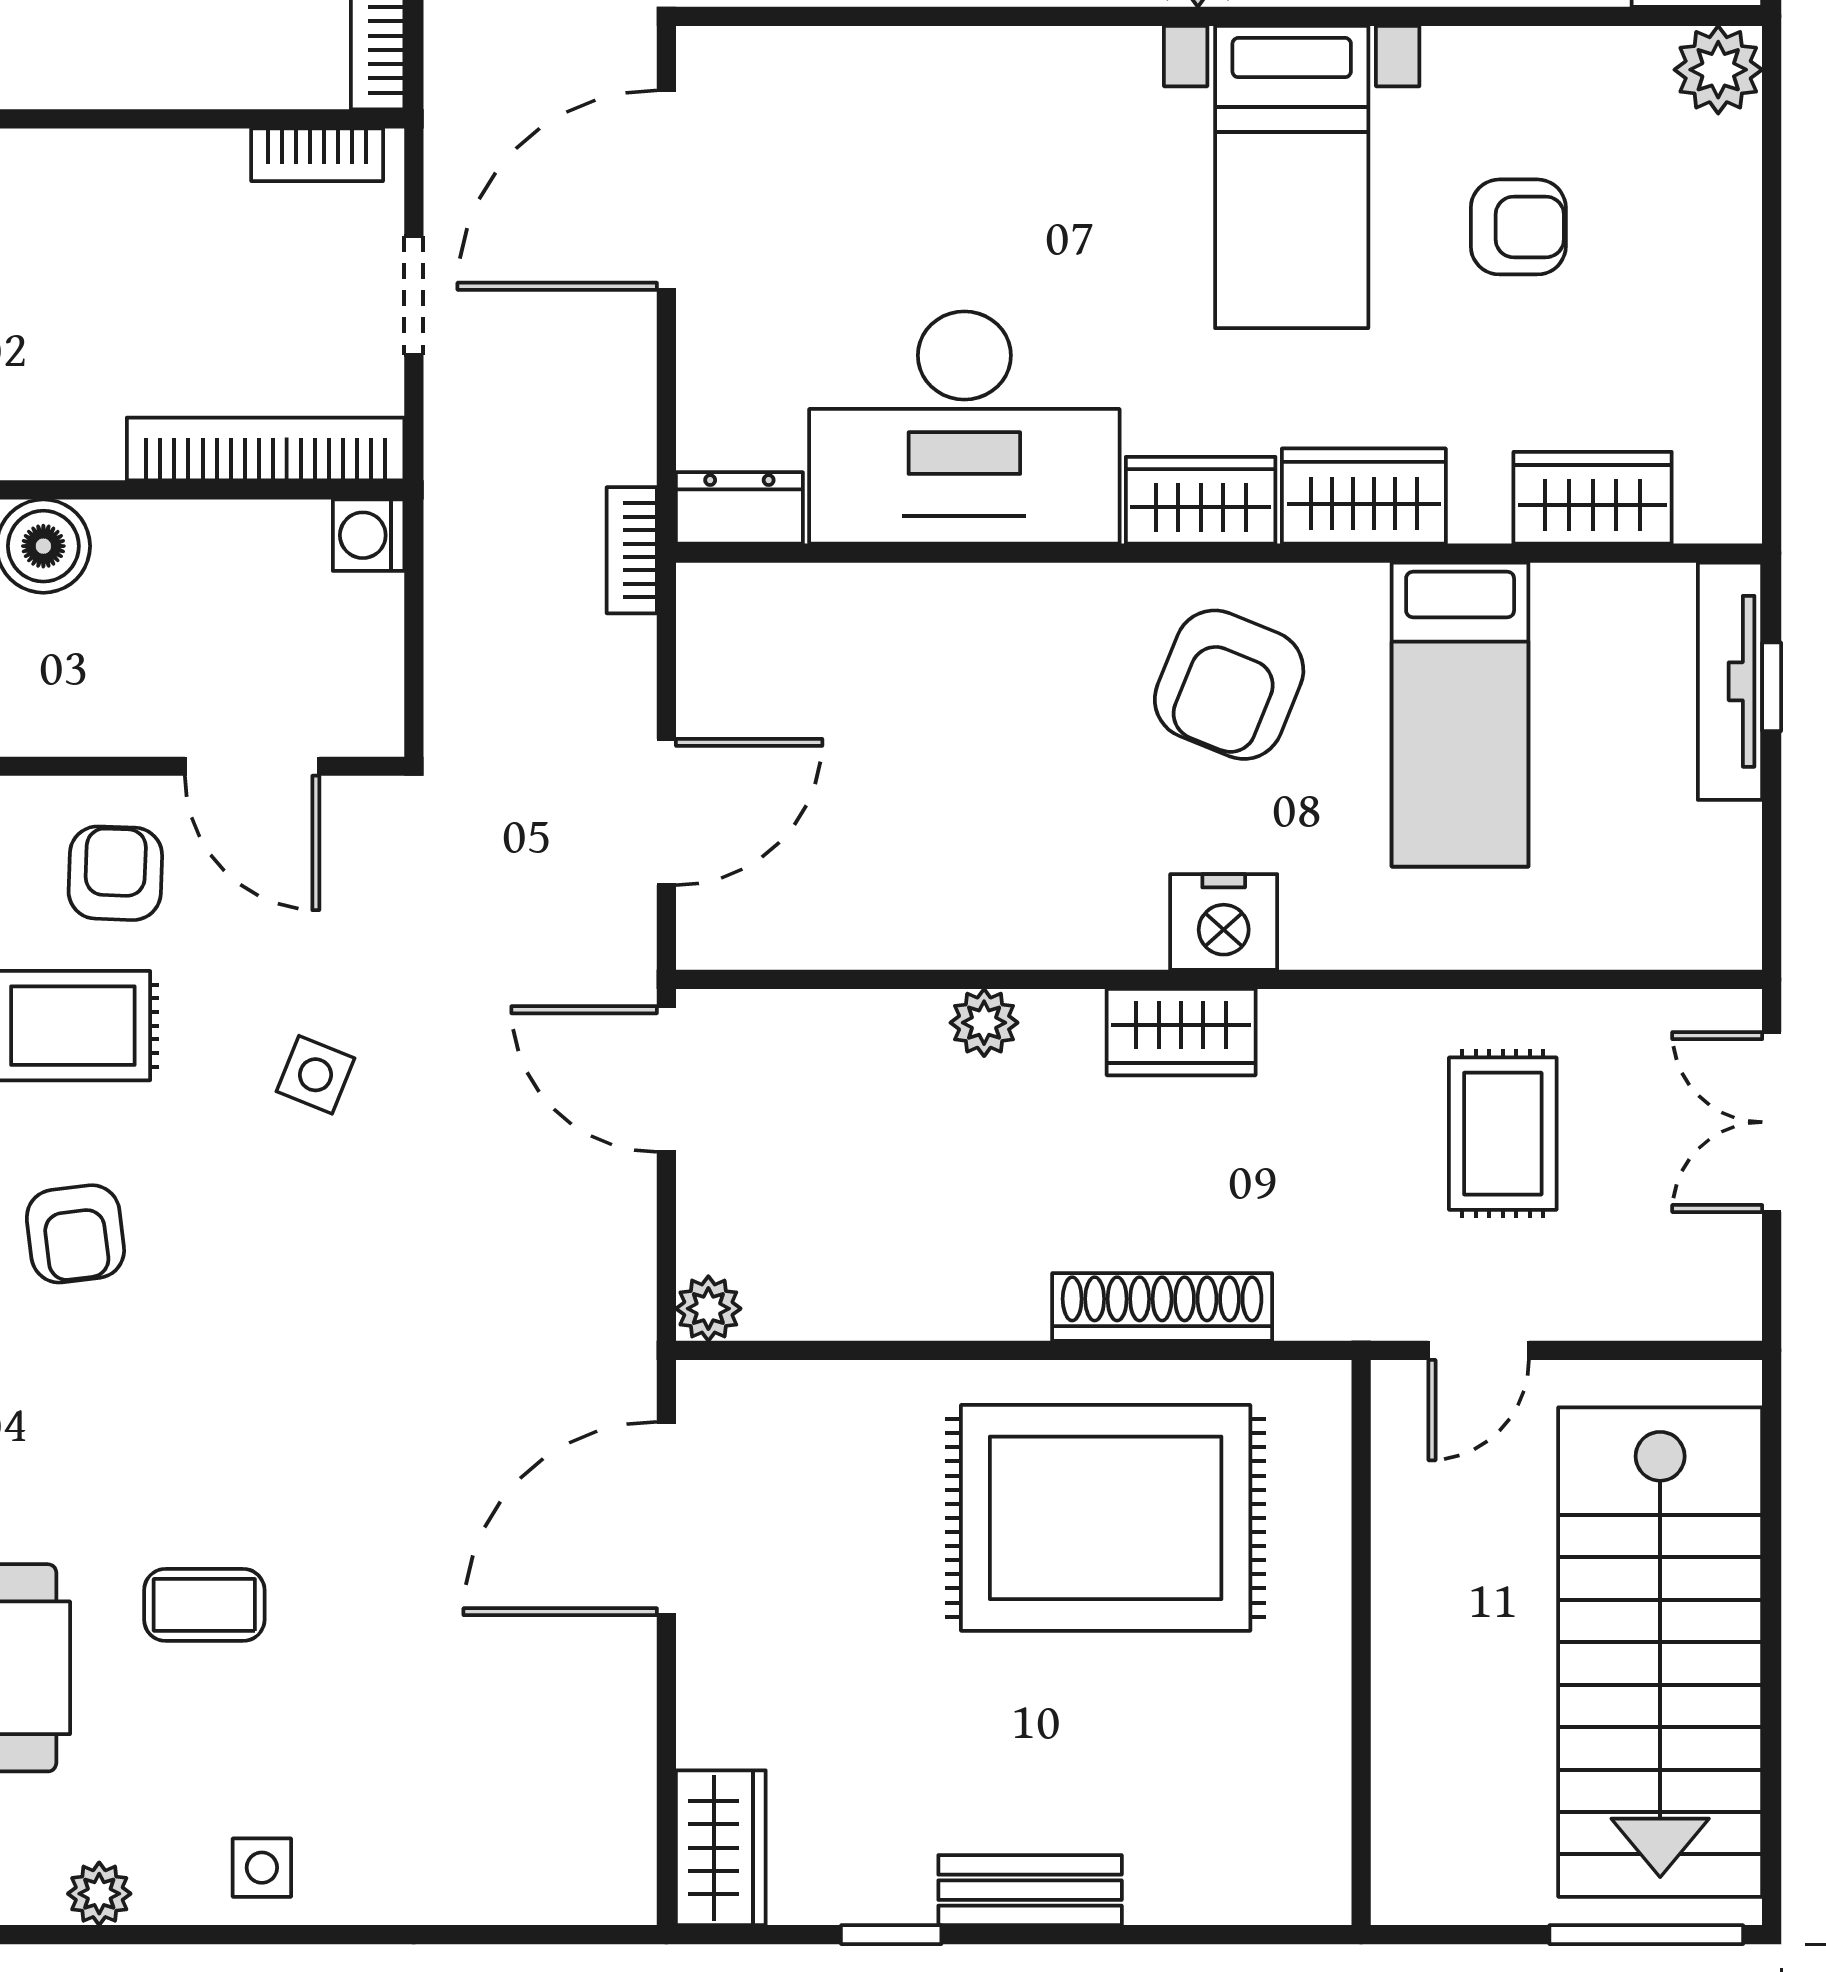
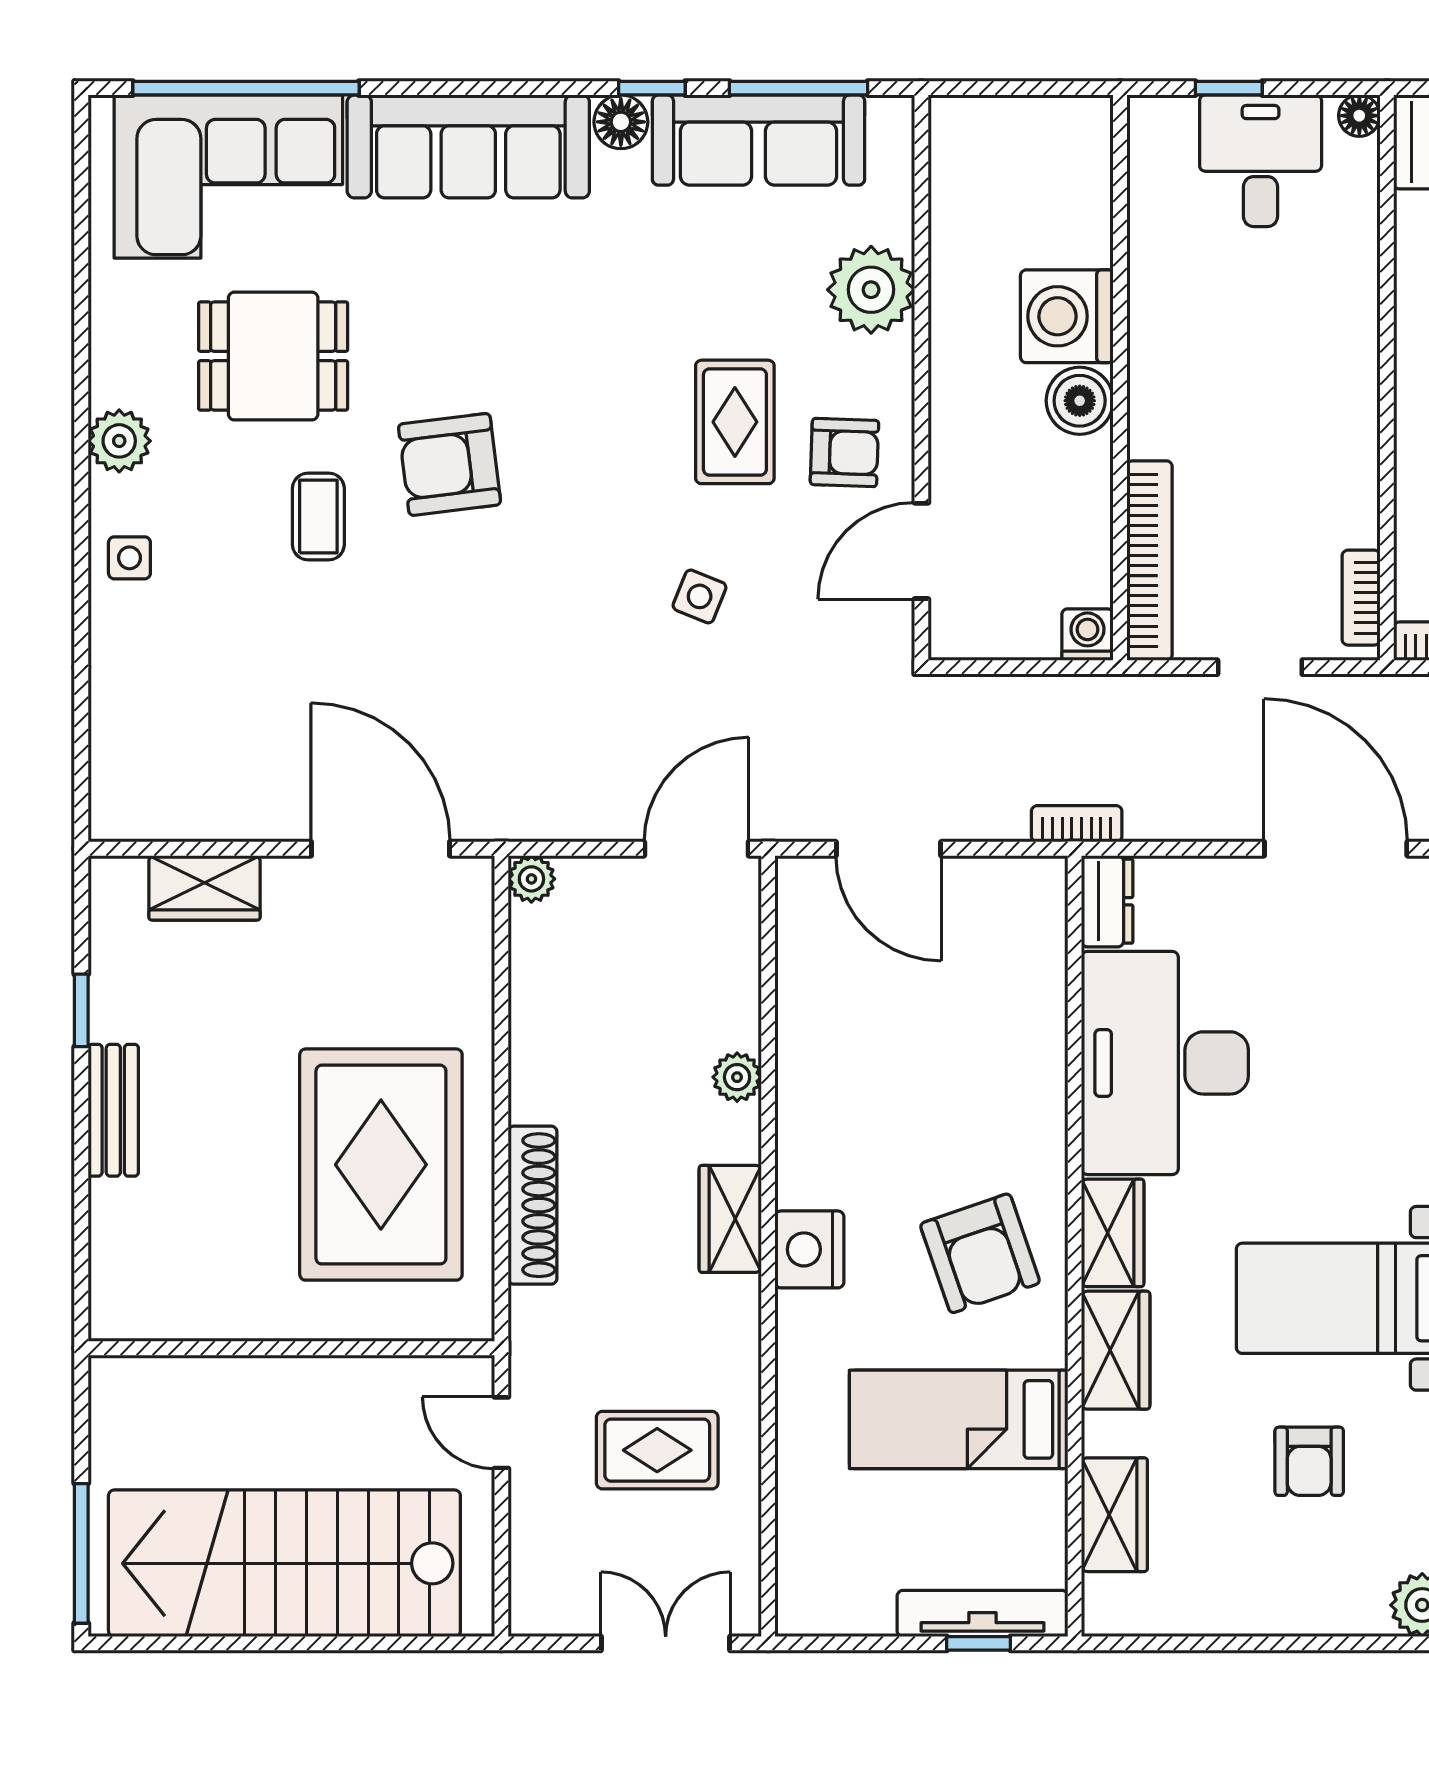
armchair: (1229, 685) -> (980, 1253), turned -131
armchair: (75, 1234) -> (450, 464), moved, width x1.38, depth x1.38
wardrobe: (721, 1848) -> (205, 888), moved
plant: (99, 1894) -> (119, 441), width x1.38, depth x1.38

